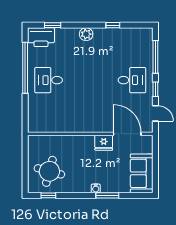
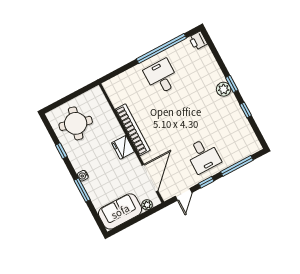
window: (53, 25) -> (232, 84), moved
printer: (41, 37) -> (198, 41), width x0.53, depth x0.68
bookcase: (80, 127) -> (133, 130), added
fridge: (104, 143) -> (123, 147), moved
plant: (148, 148) -> (147, 205), added
window: (48, 195) -> (61, 151), moved

